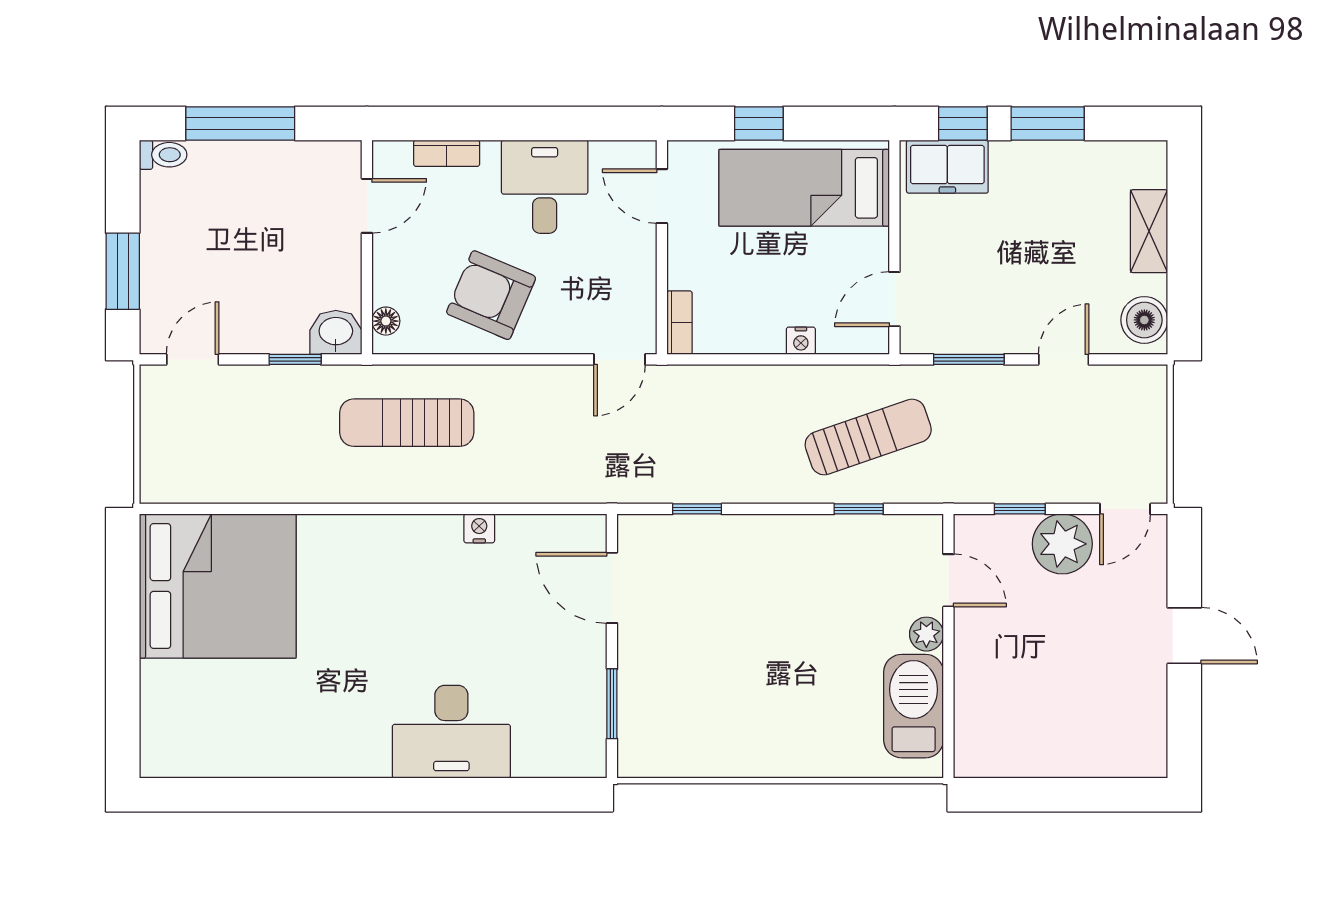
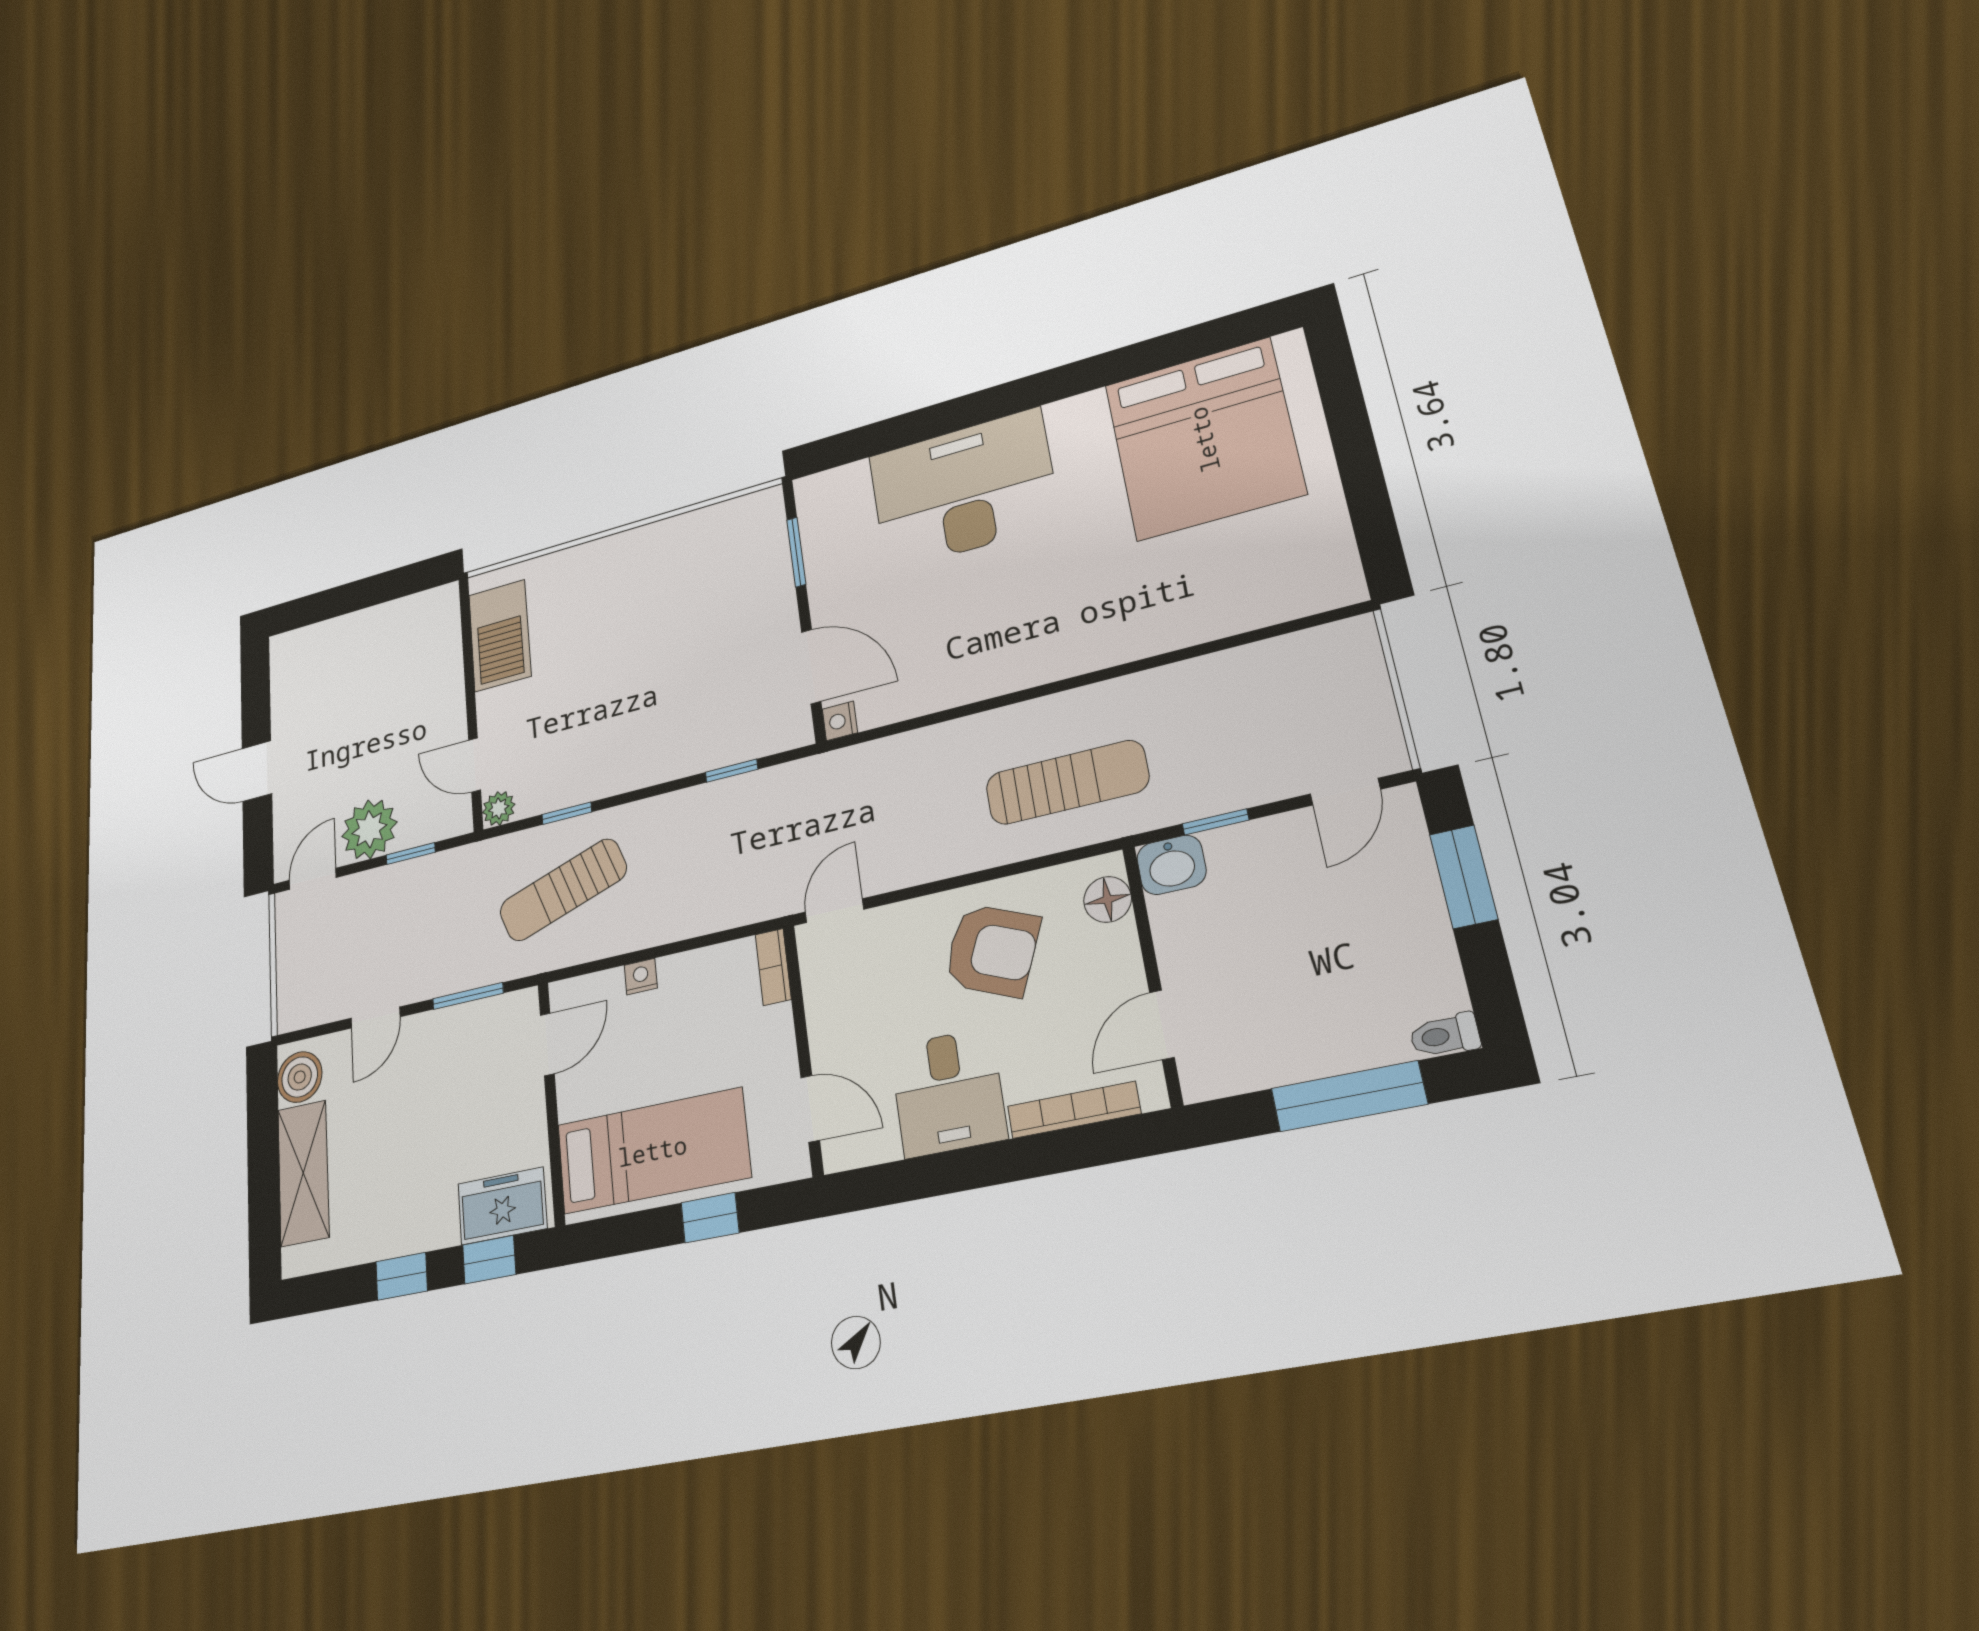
window: (1048, 123) -> (402, 1276), width x0.67
bookcase: (447, 153) -> (1074, 1110), width x1.56
shelving: (1149, 231) -> (303, 1173), width x1.50, depth x1.33
floor lamp: (386, 321) -> (1108, 899), width x1.37, depth x1.37
nightstand: (479, 528) -> (840, 721), moved, turned 90
bed: (218, 586) -> (1204, 439), moved, turned -90
plant: (926, 634) -> (499, 808), moved
desk: (451, 732) -> (963, 489), width x1.36, depth x1.30

